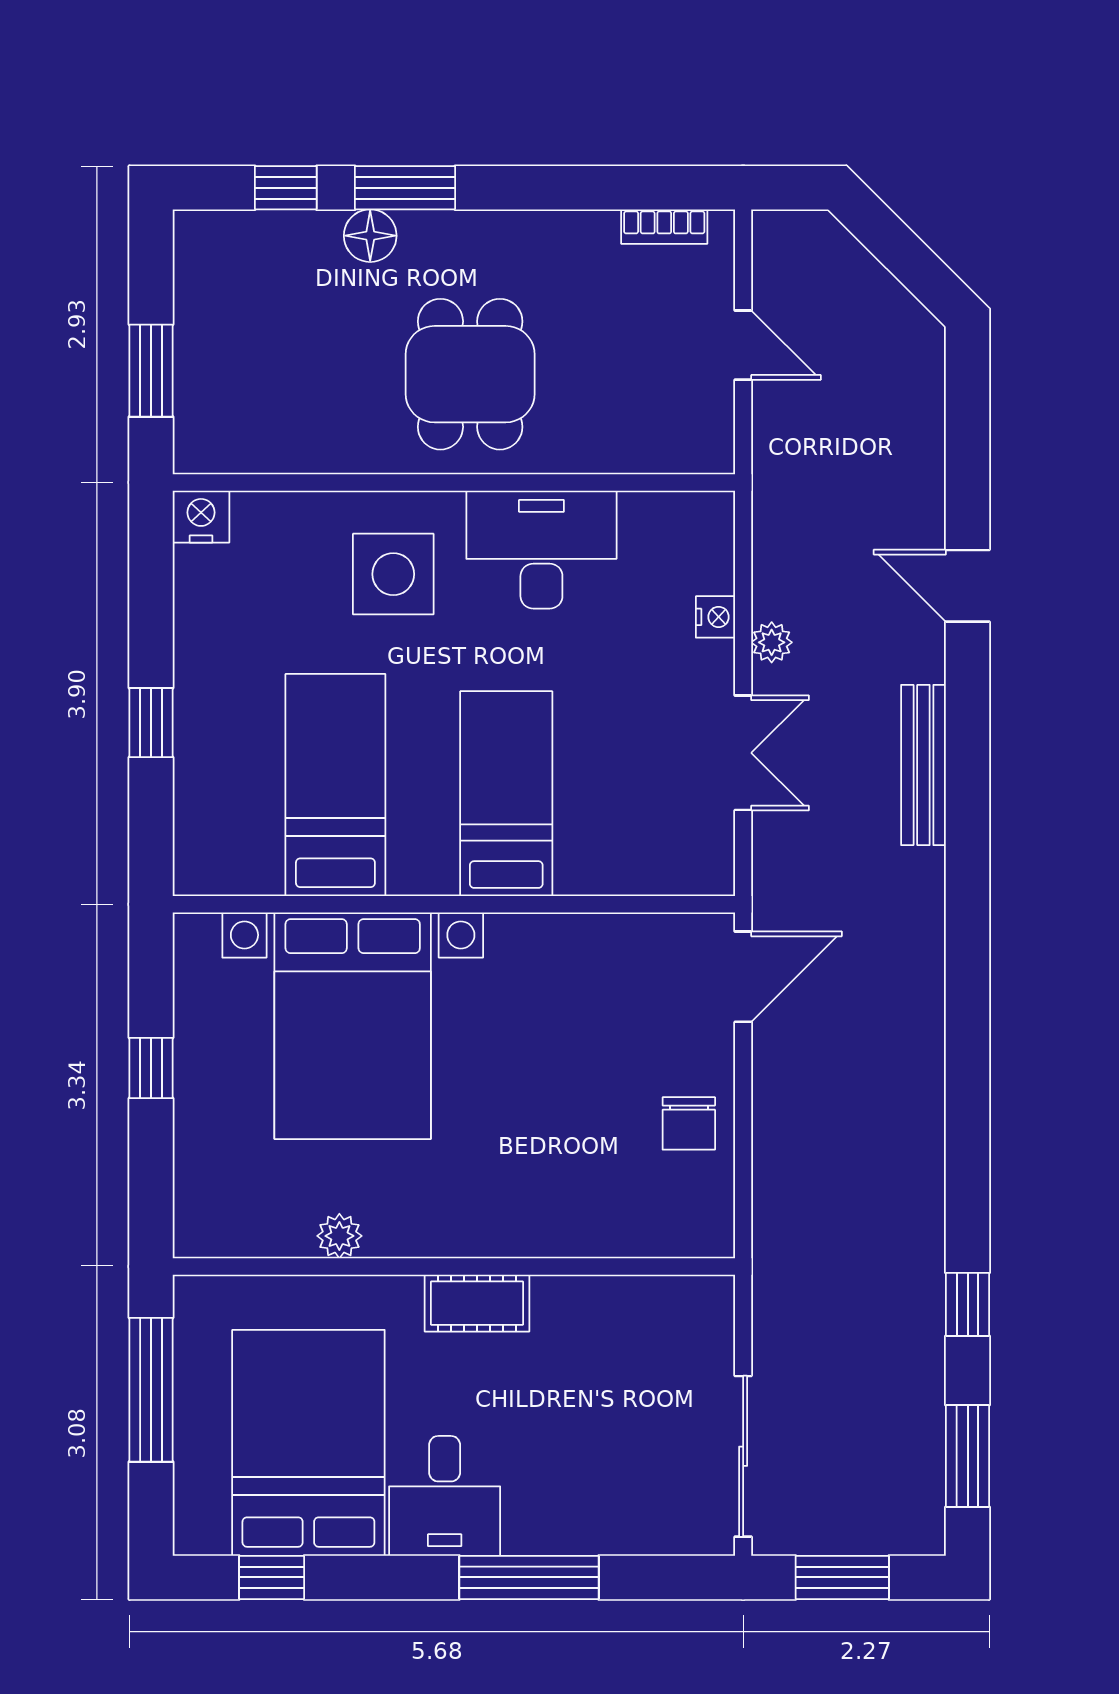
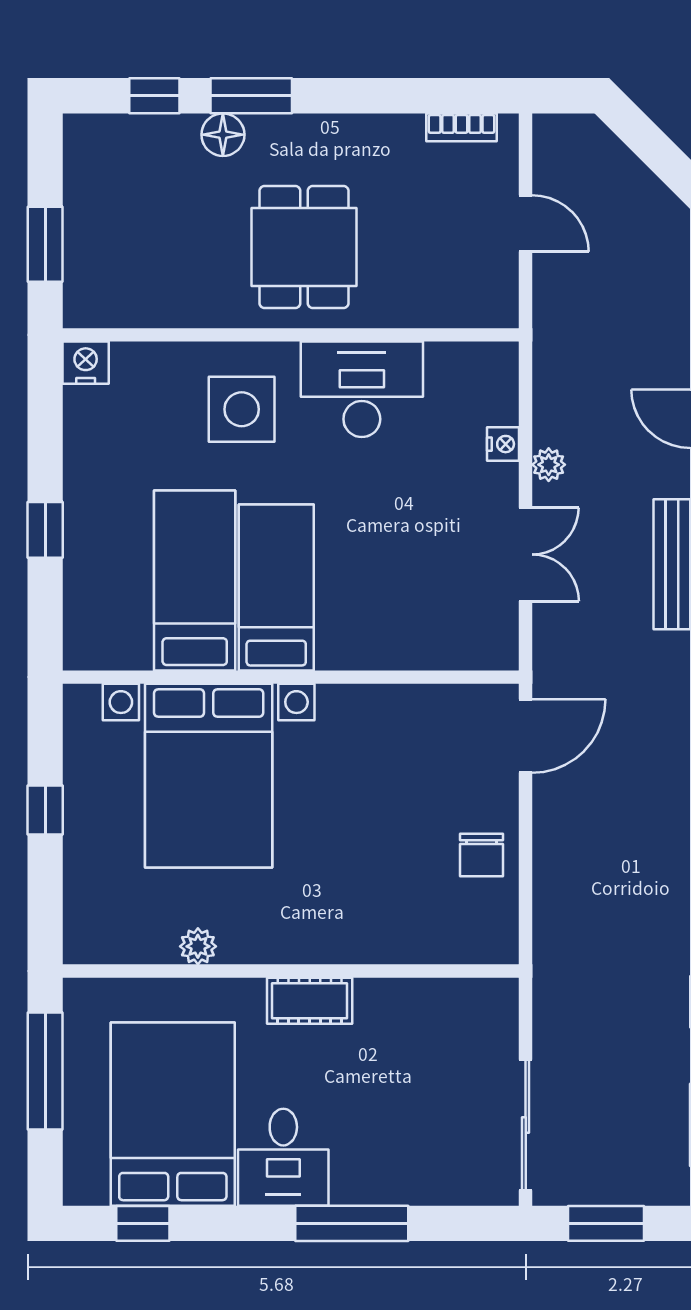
bed: (506, 794) -> (276, 587), moved

